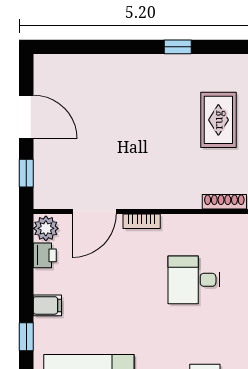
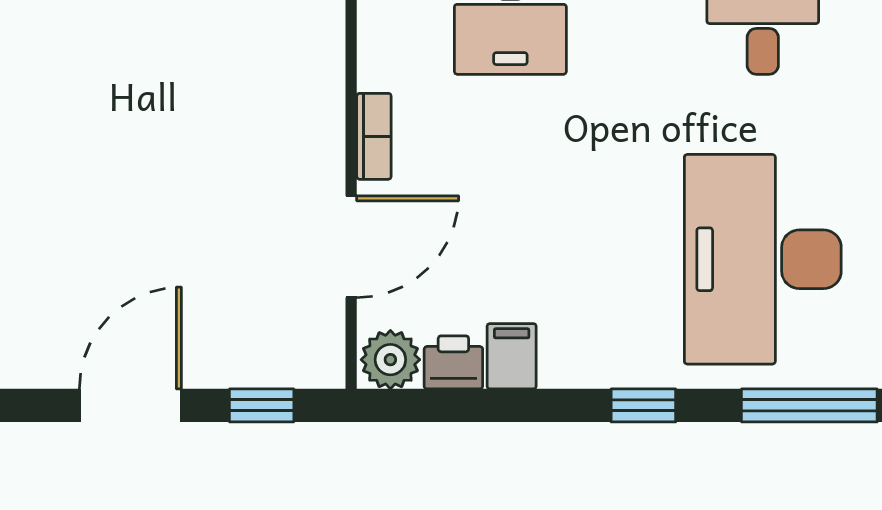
door: (94, 212) -> (351, 247), hinge flipped
filing cabinet: (47, 305) -> (512, 356), moved

